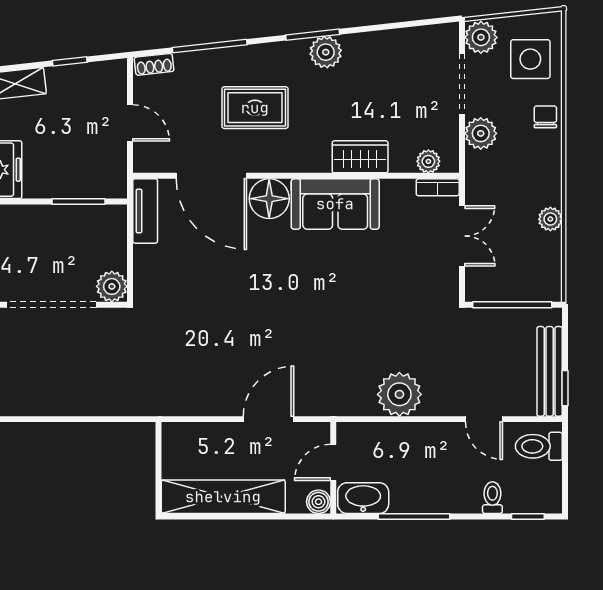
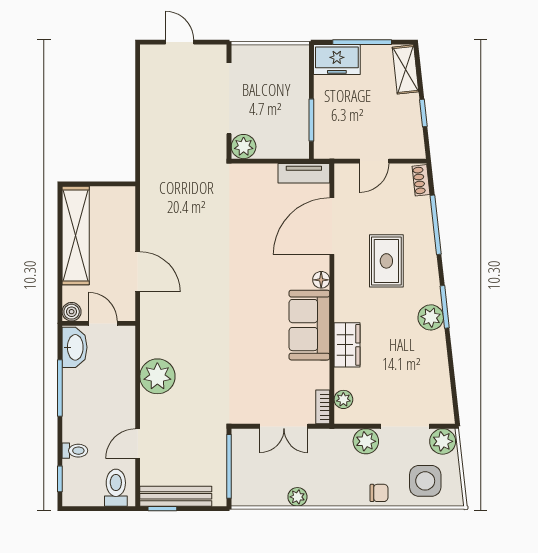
floor lamp: (269, 199) -> (321, 280), width x0.53, depth x0.53

